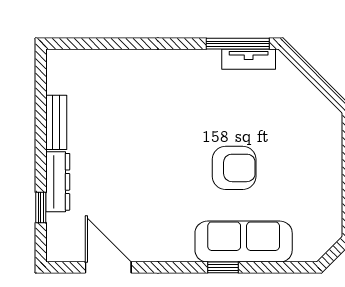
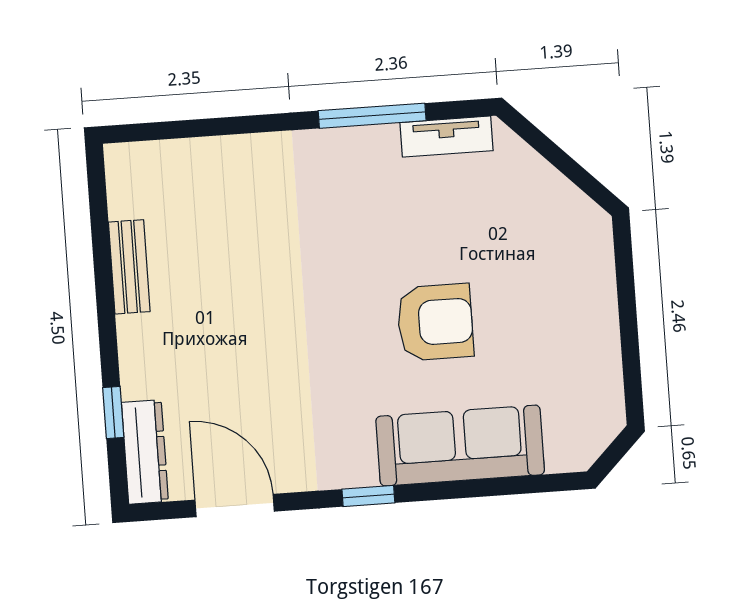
window: (238, 44) -> (372, 116), moved
dresser: (58, 182) -> (145, 452), moved
window: (223, 267) -> (368, 496), moved

